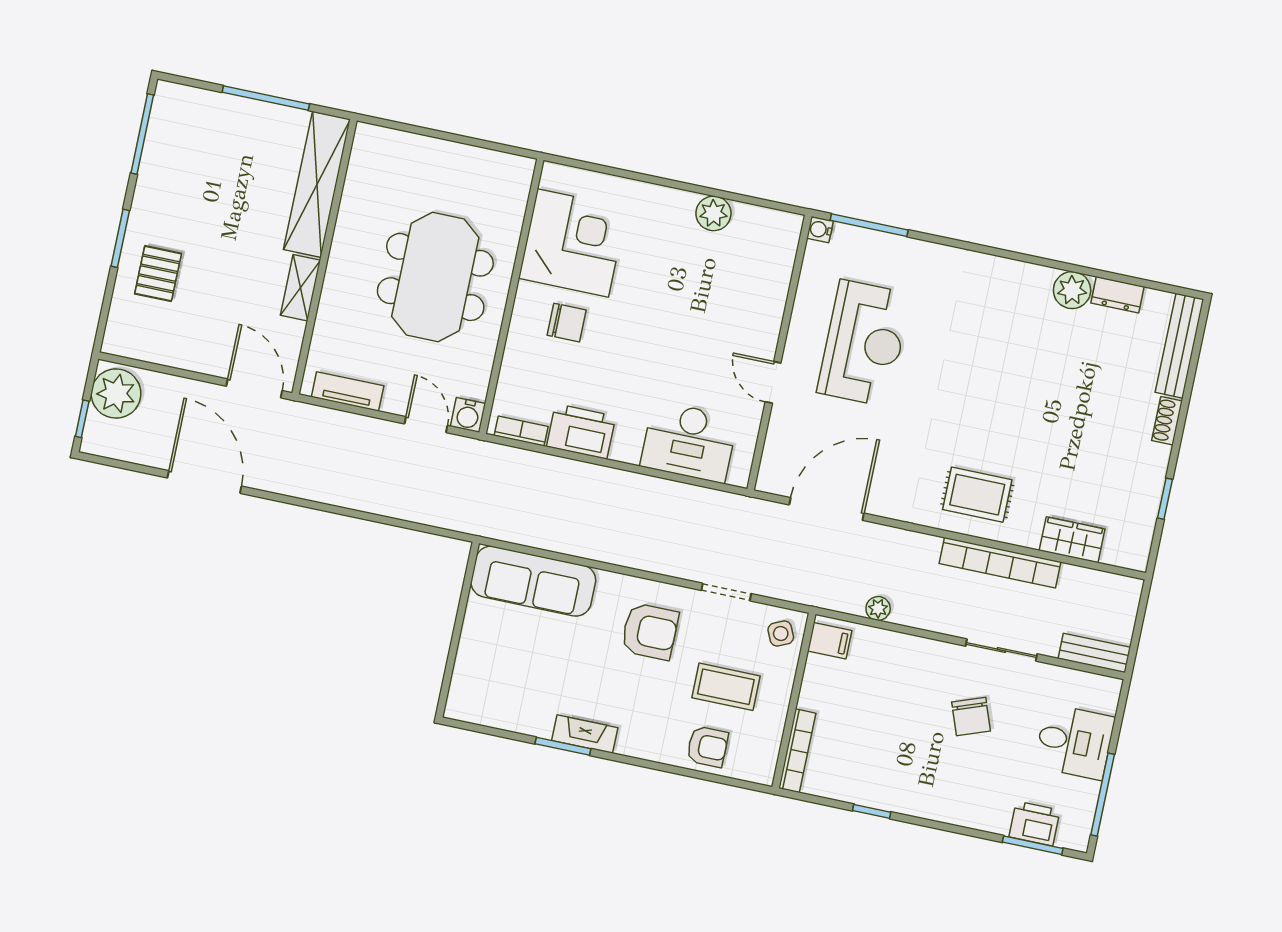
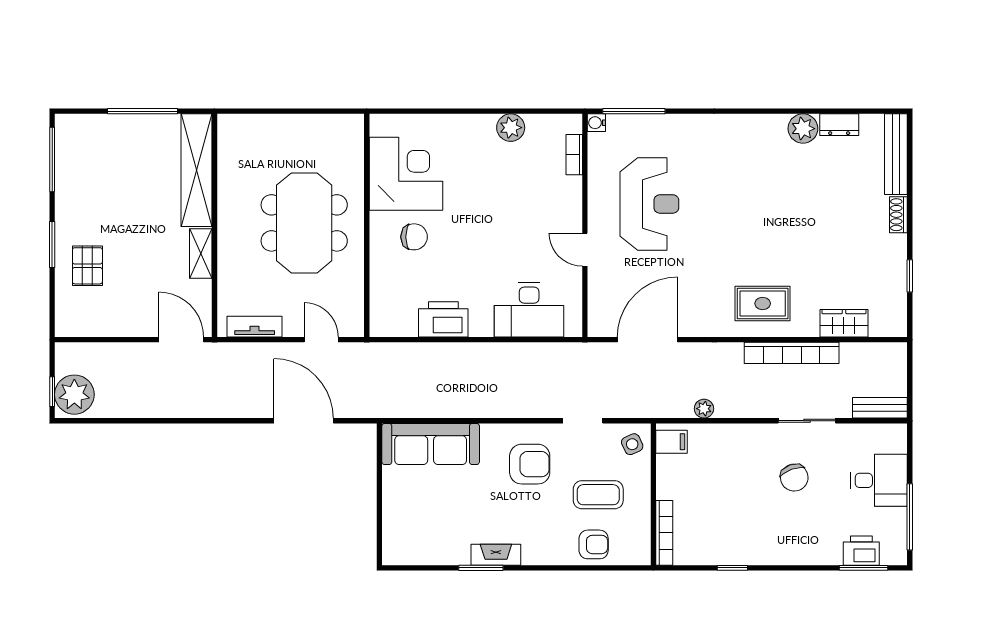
plant: (116, 394) -> (74, 395), moved
water cooler: (468, 415) -> (352, 325), removed
bookcase: (521, 431) -> (574, 155), moved, turned -90
door: (204, 482) -> (304, 421), moved

